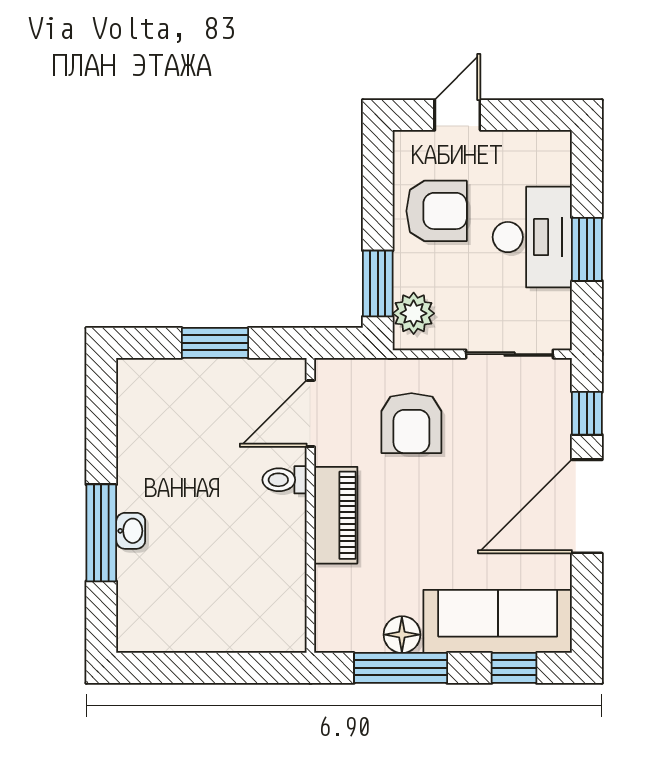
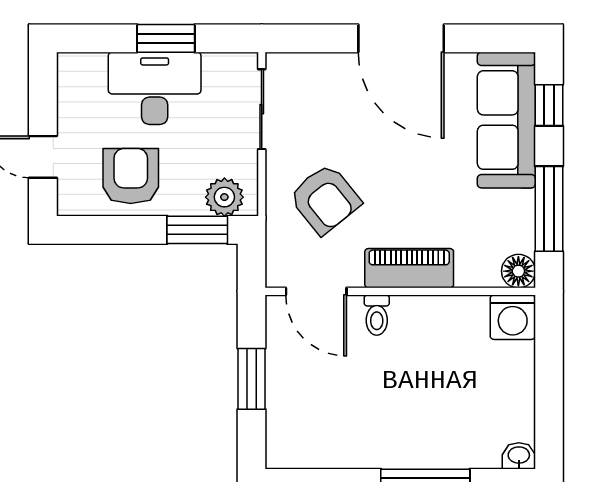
window: (587, 413) -> (316, 38), removed
armchair: (411, 423) -> (325, 199), turned 51
washbasin: (131, 531) -> (519, 456), moved
washing machine: (282, 628) -> (513, 317), added
floor lamp: (402, 635) -> (518, 271), moved

